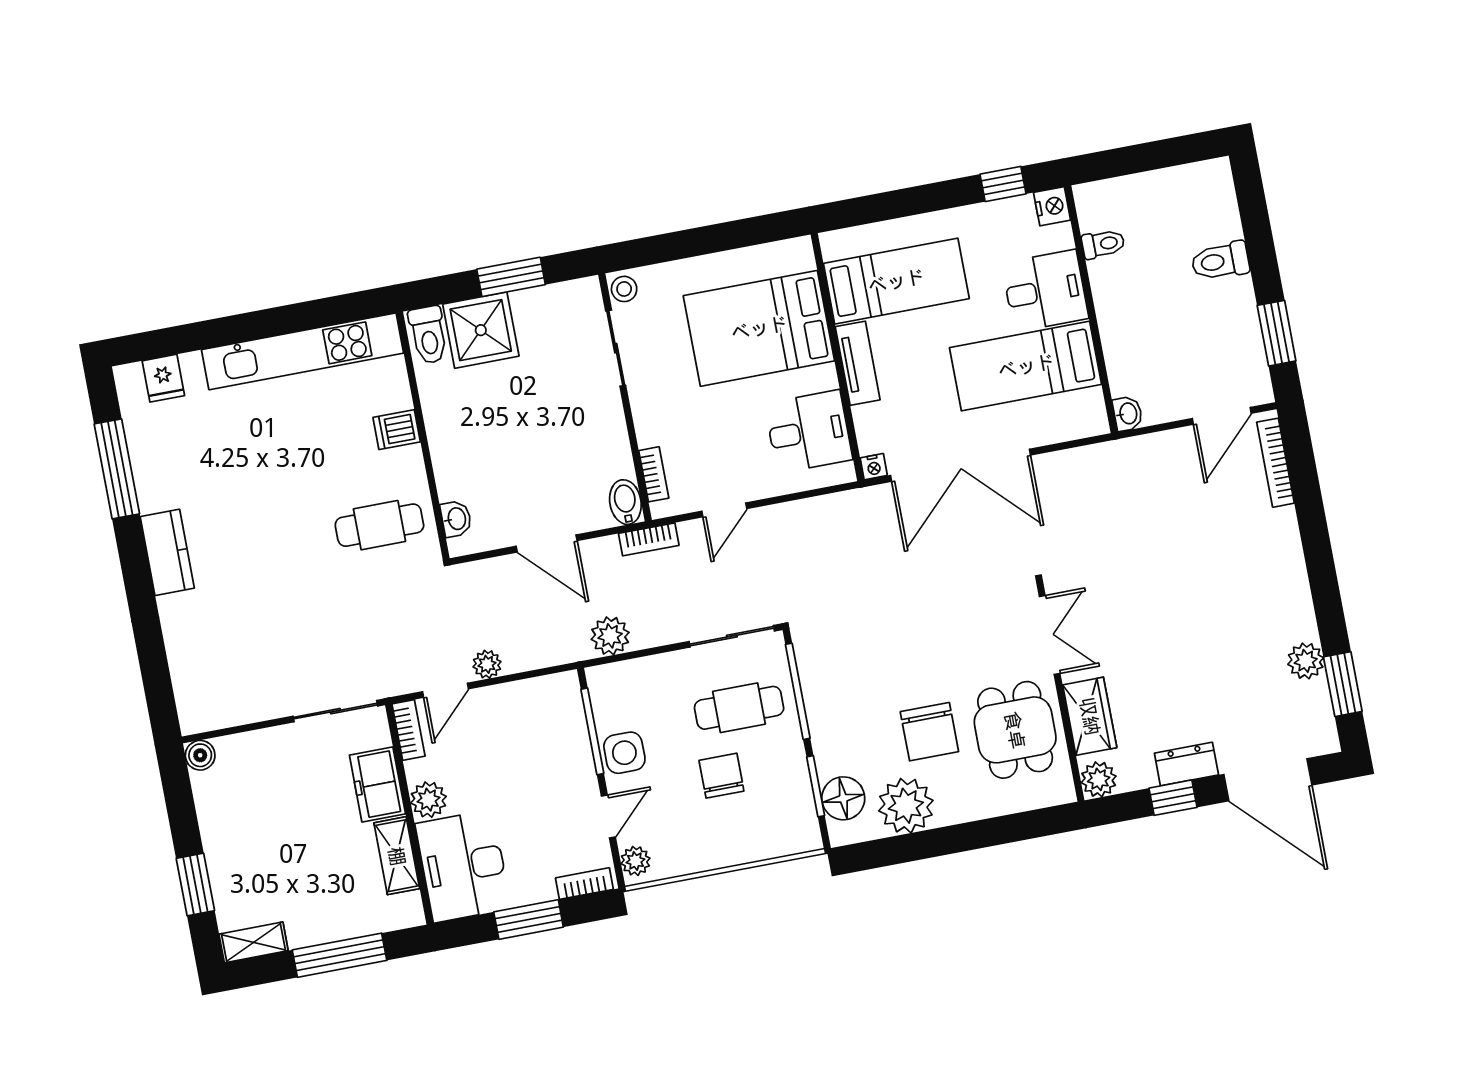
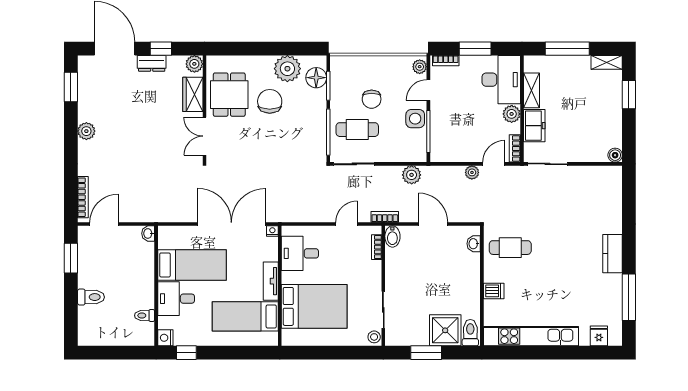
plant: (1306, 661) -> (86, 131), moved

